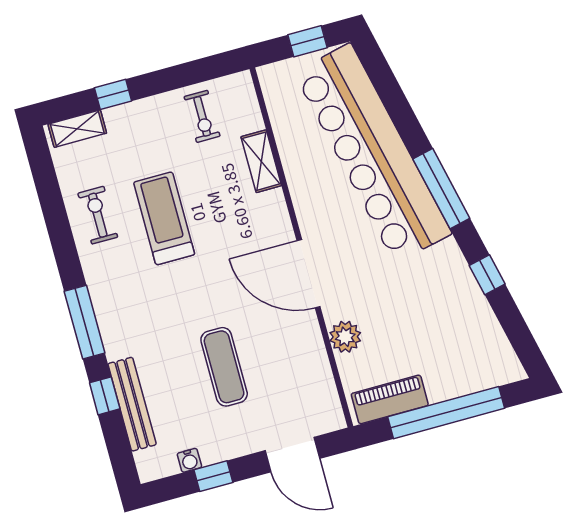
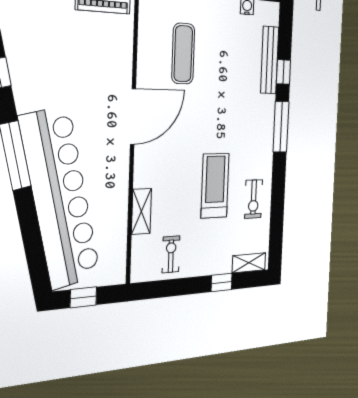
treadmill: (164, 218) -> (215, 186), turned 180
door: (309, 274) -> (133, 117), hinge flipped
plant: (345, 337) -> (121, 59), removed
exercise mat: (224, 367) -> (183, 54), moved

